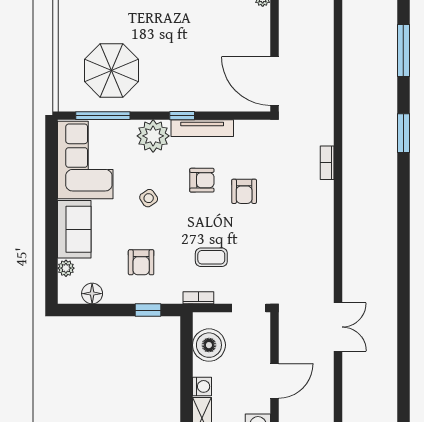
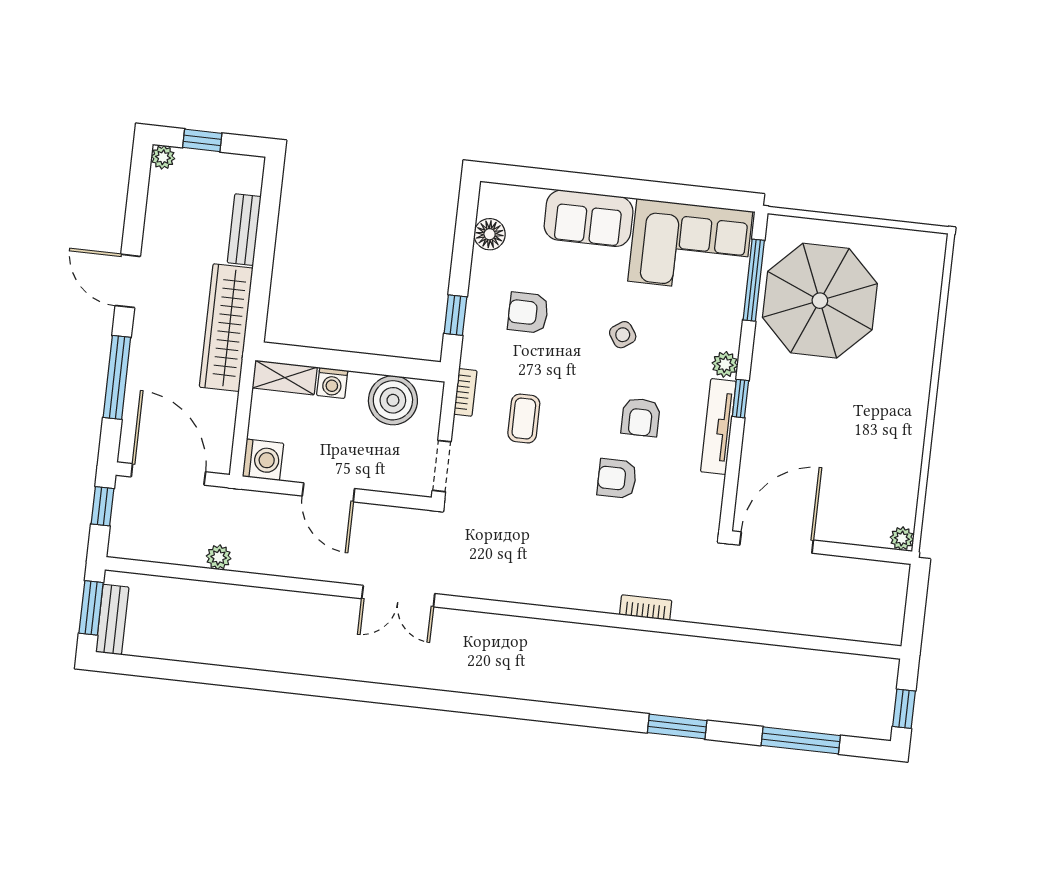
parasol: (111, 70) -> (820, 301), width x1.36, depth x1.36
plant: (153, 136) -> (725, 364), width x0.53, depth x0.53
plant: (66, 268) -> (532, 199), removed

